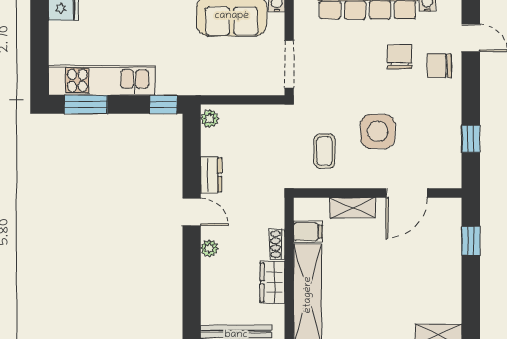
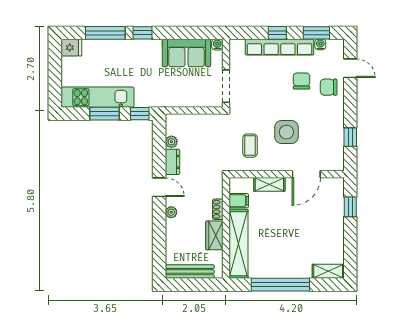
window: (86, 104) -> (105, 114), moved
plant: (210, 119) -> (171, 142), moved

